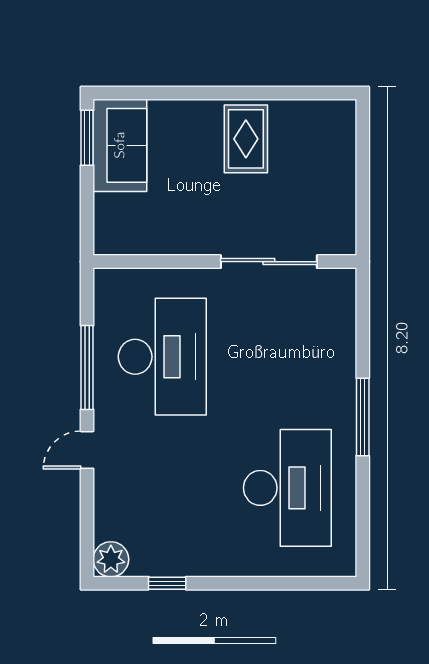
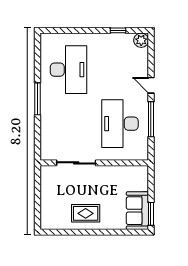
rug: (246, 139) -> (86, 213), turned 90
door: (87, 450) -> (151, 85), swing flipped
desk: (287, 488) -> (68, 70), turned 180

